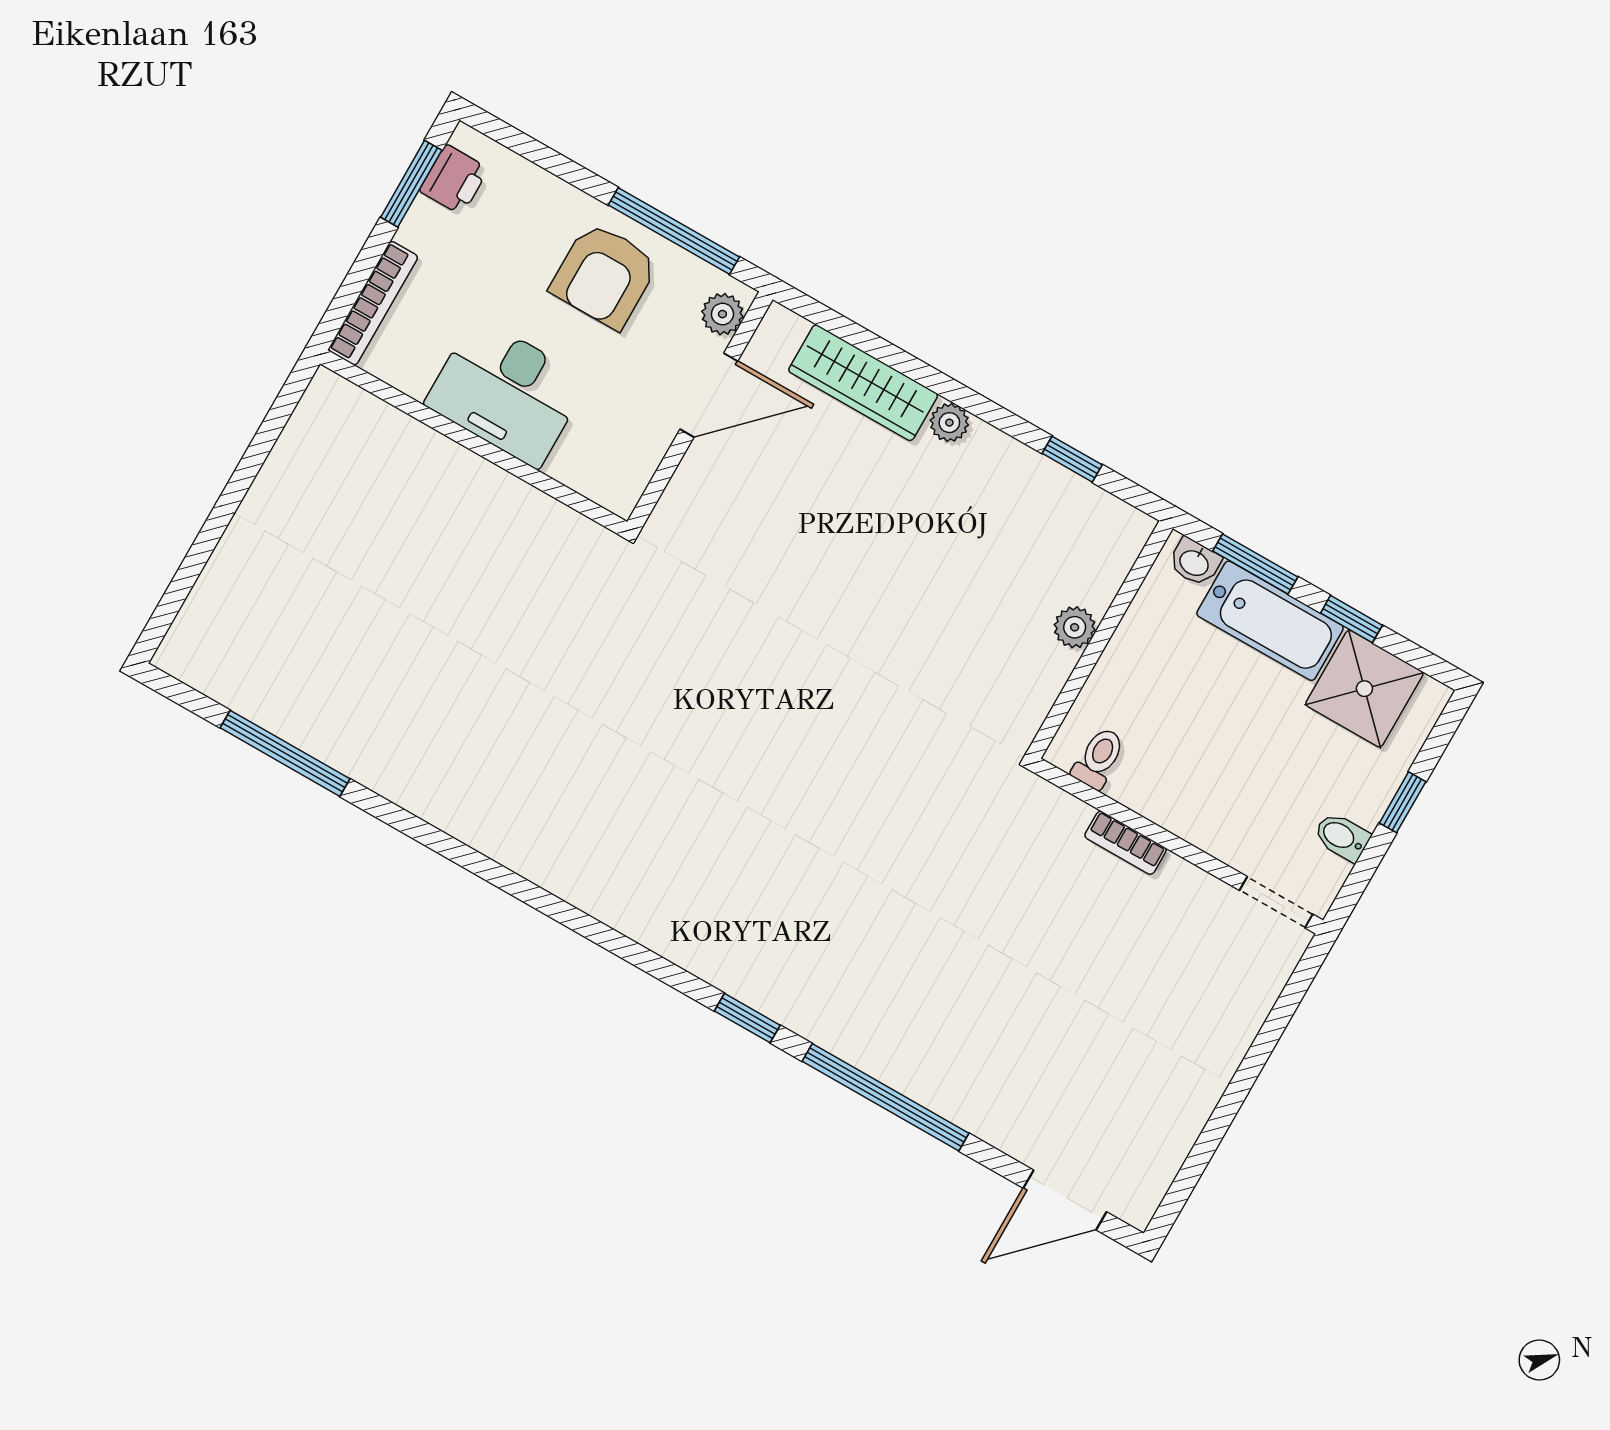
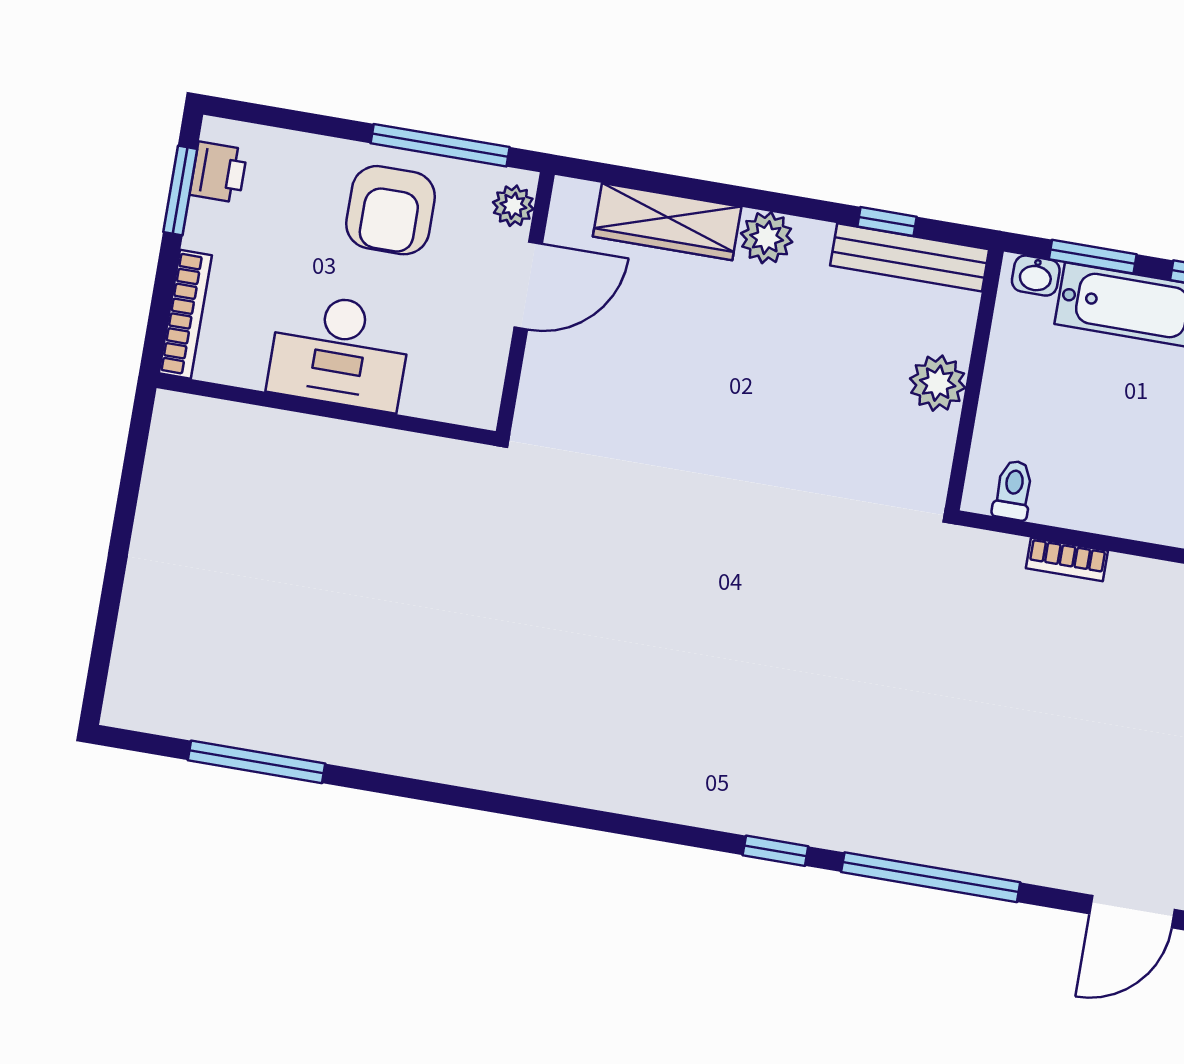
plant: (949, 423) -> (767, 238), width x1.38, depth x1.38
bench: (1081, 501) -> (910, 257), added
plant: (1075, 627) -> (938, 383), width x1.38, depth x1.38

